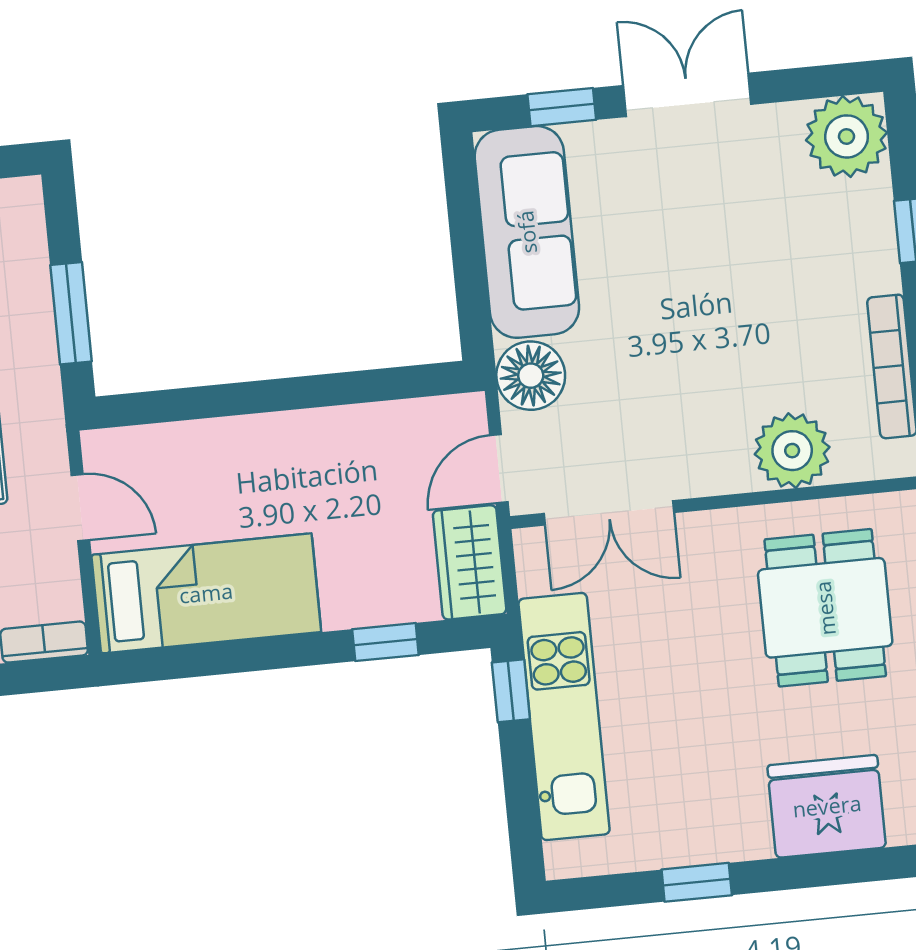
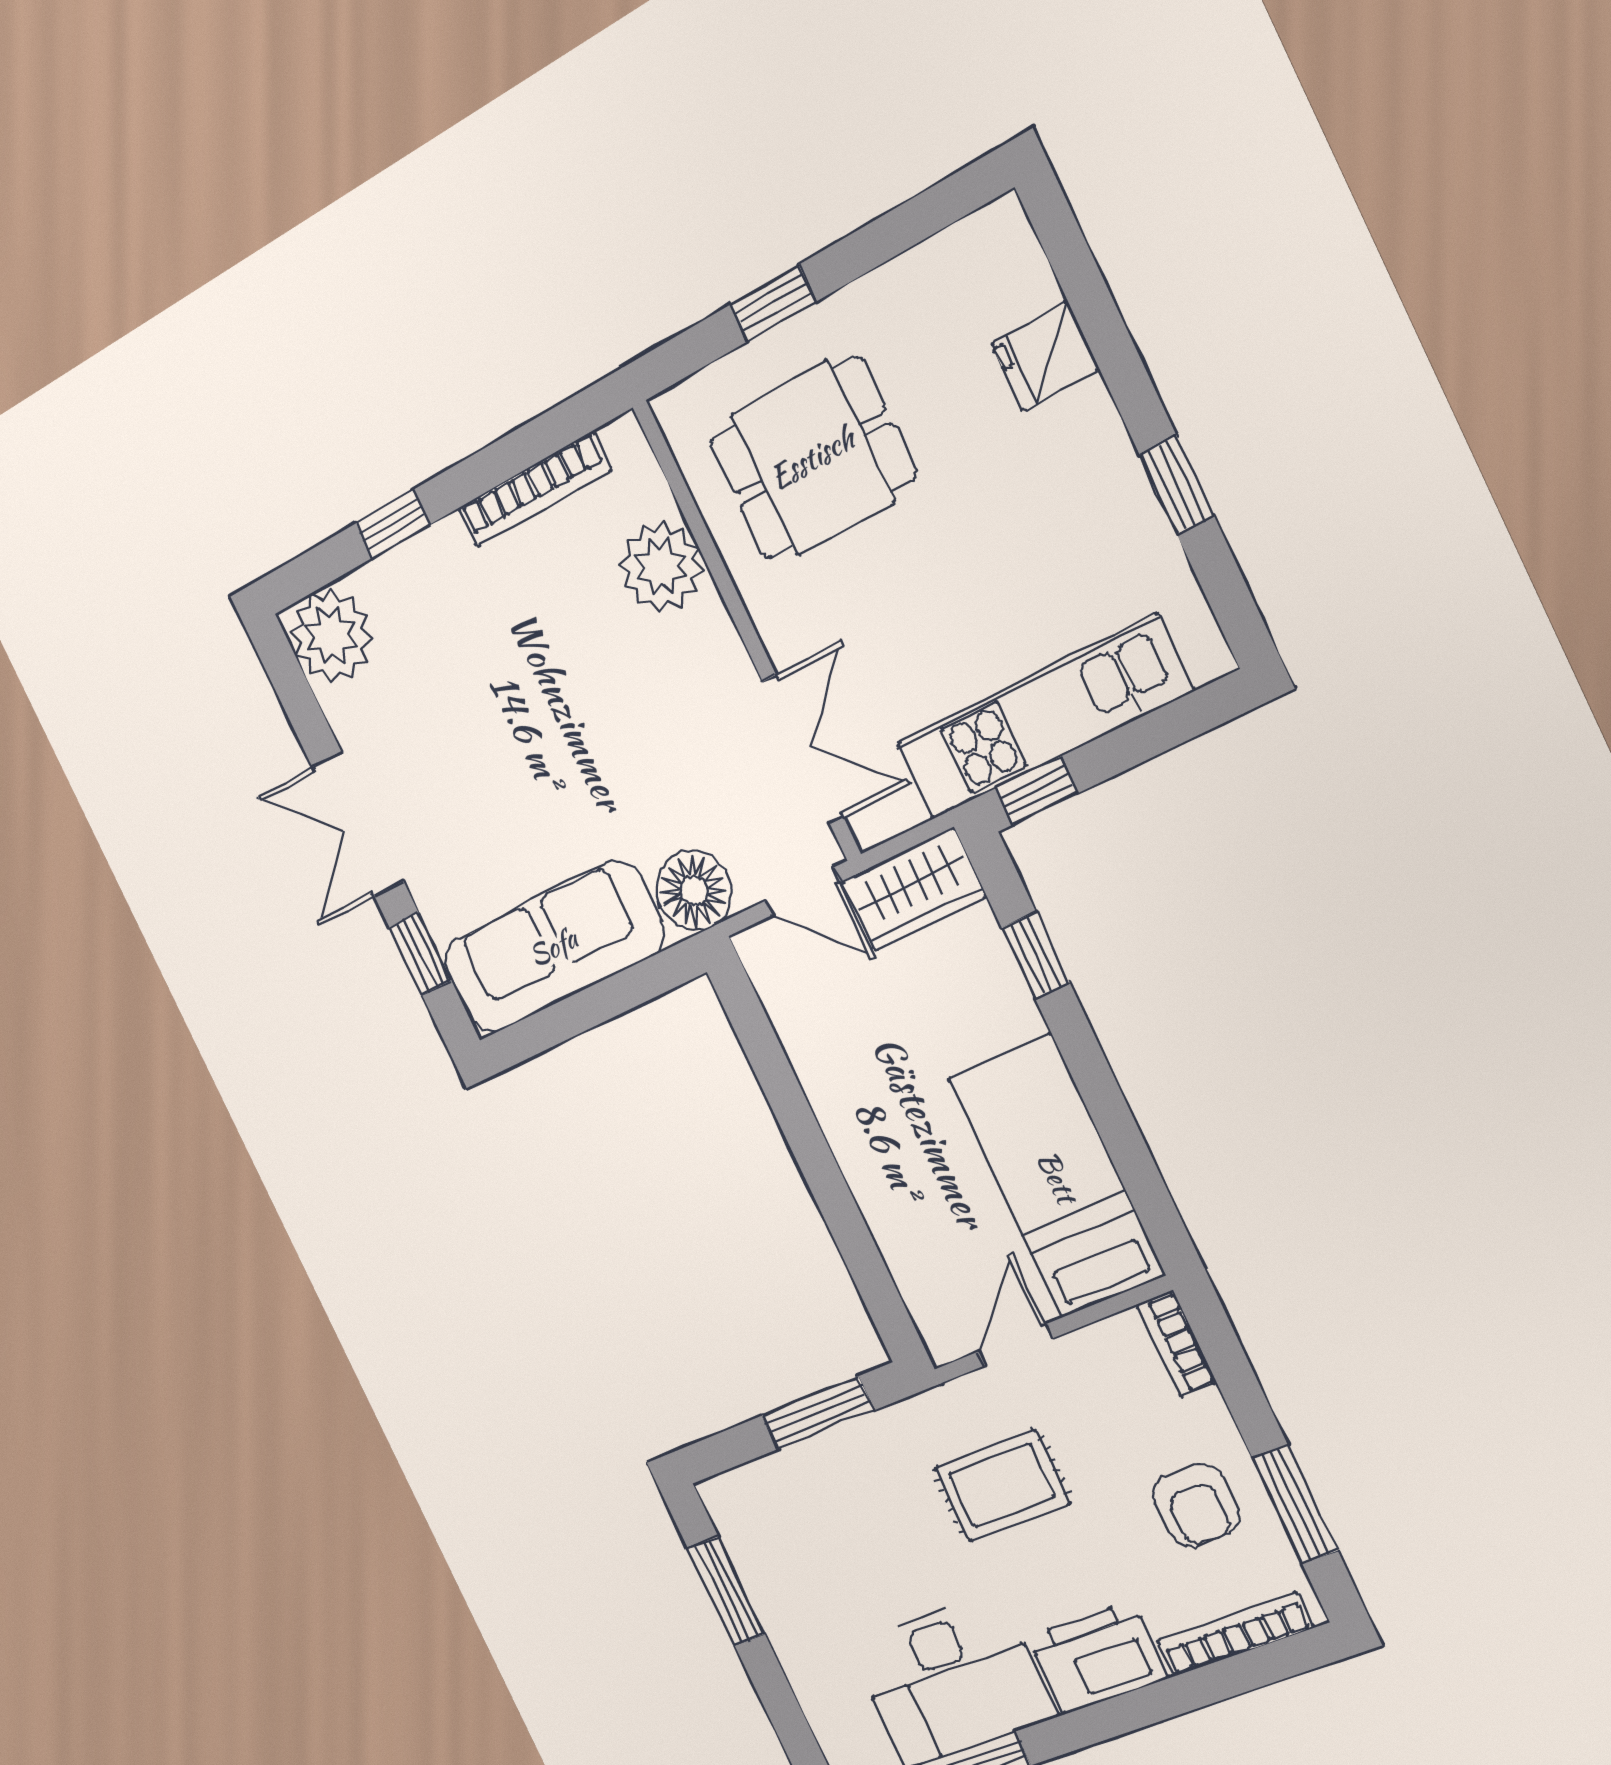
fridge: (827, 806) -> (1045, 356), width x0.53, depth x0.75

